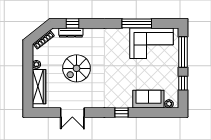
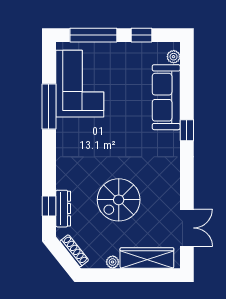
spiral stairs: (77, 68) -> (119, 200), turned 90
sofa: (148, 99) -> (166, 97), width x1.36
double door: (72, 112) -> (187, 228), moved

